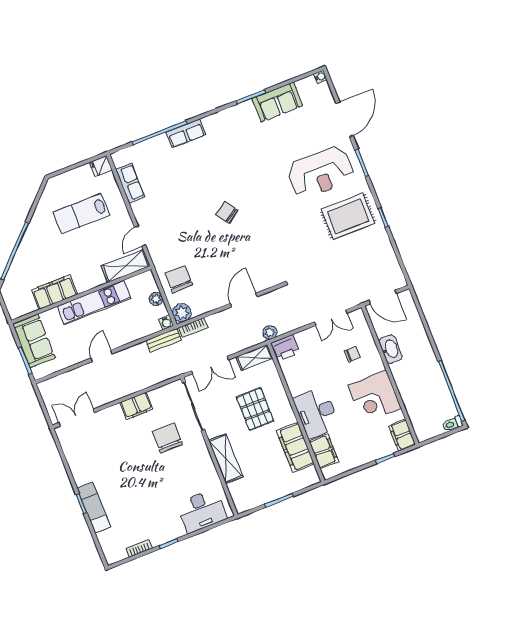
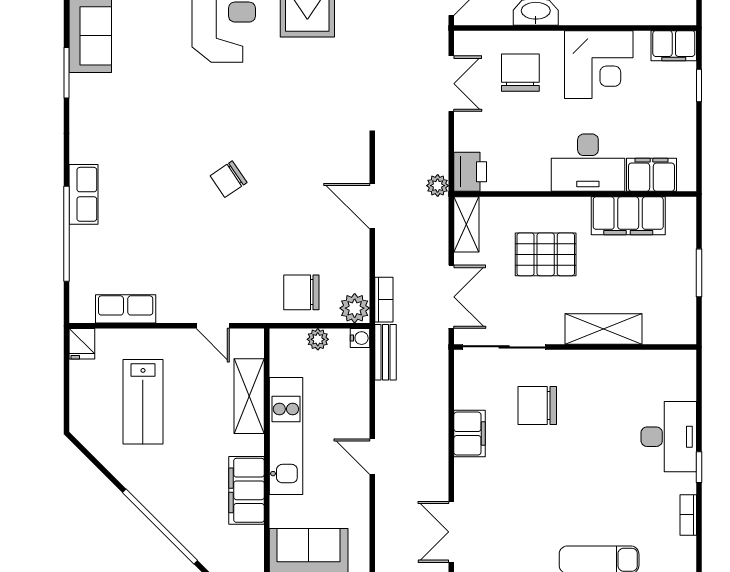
shelving: (126, 266) -> (249, 396), moved
chair: (352, 354) -> (520, 73), width x1.87, depth x1.87
desk: (201, 511) -> (669, 437), moved

